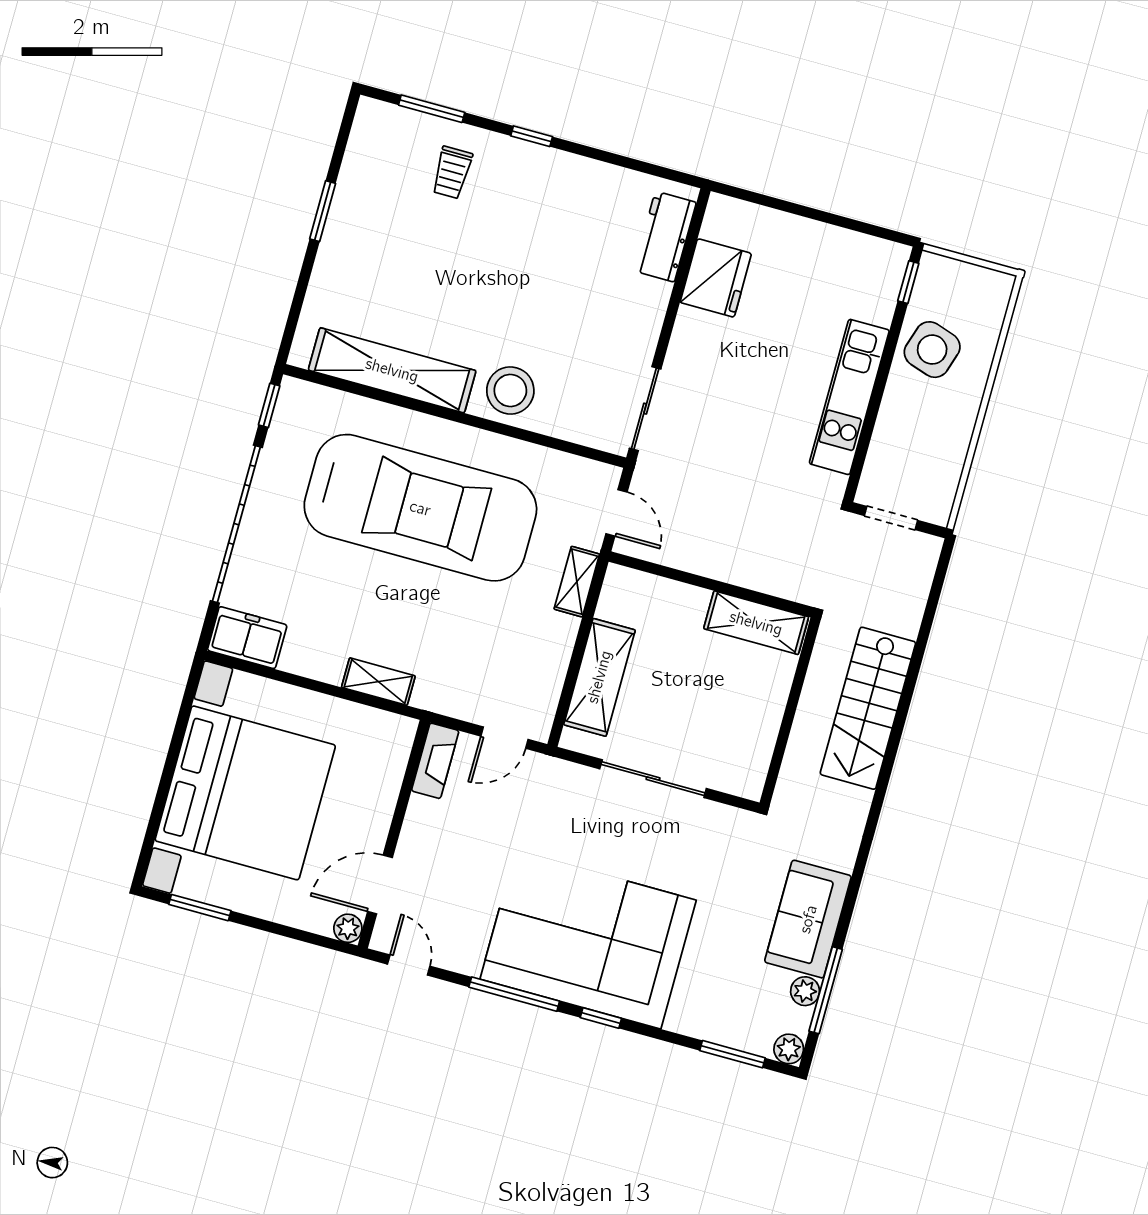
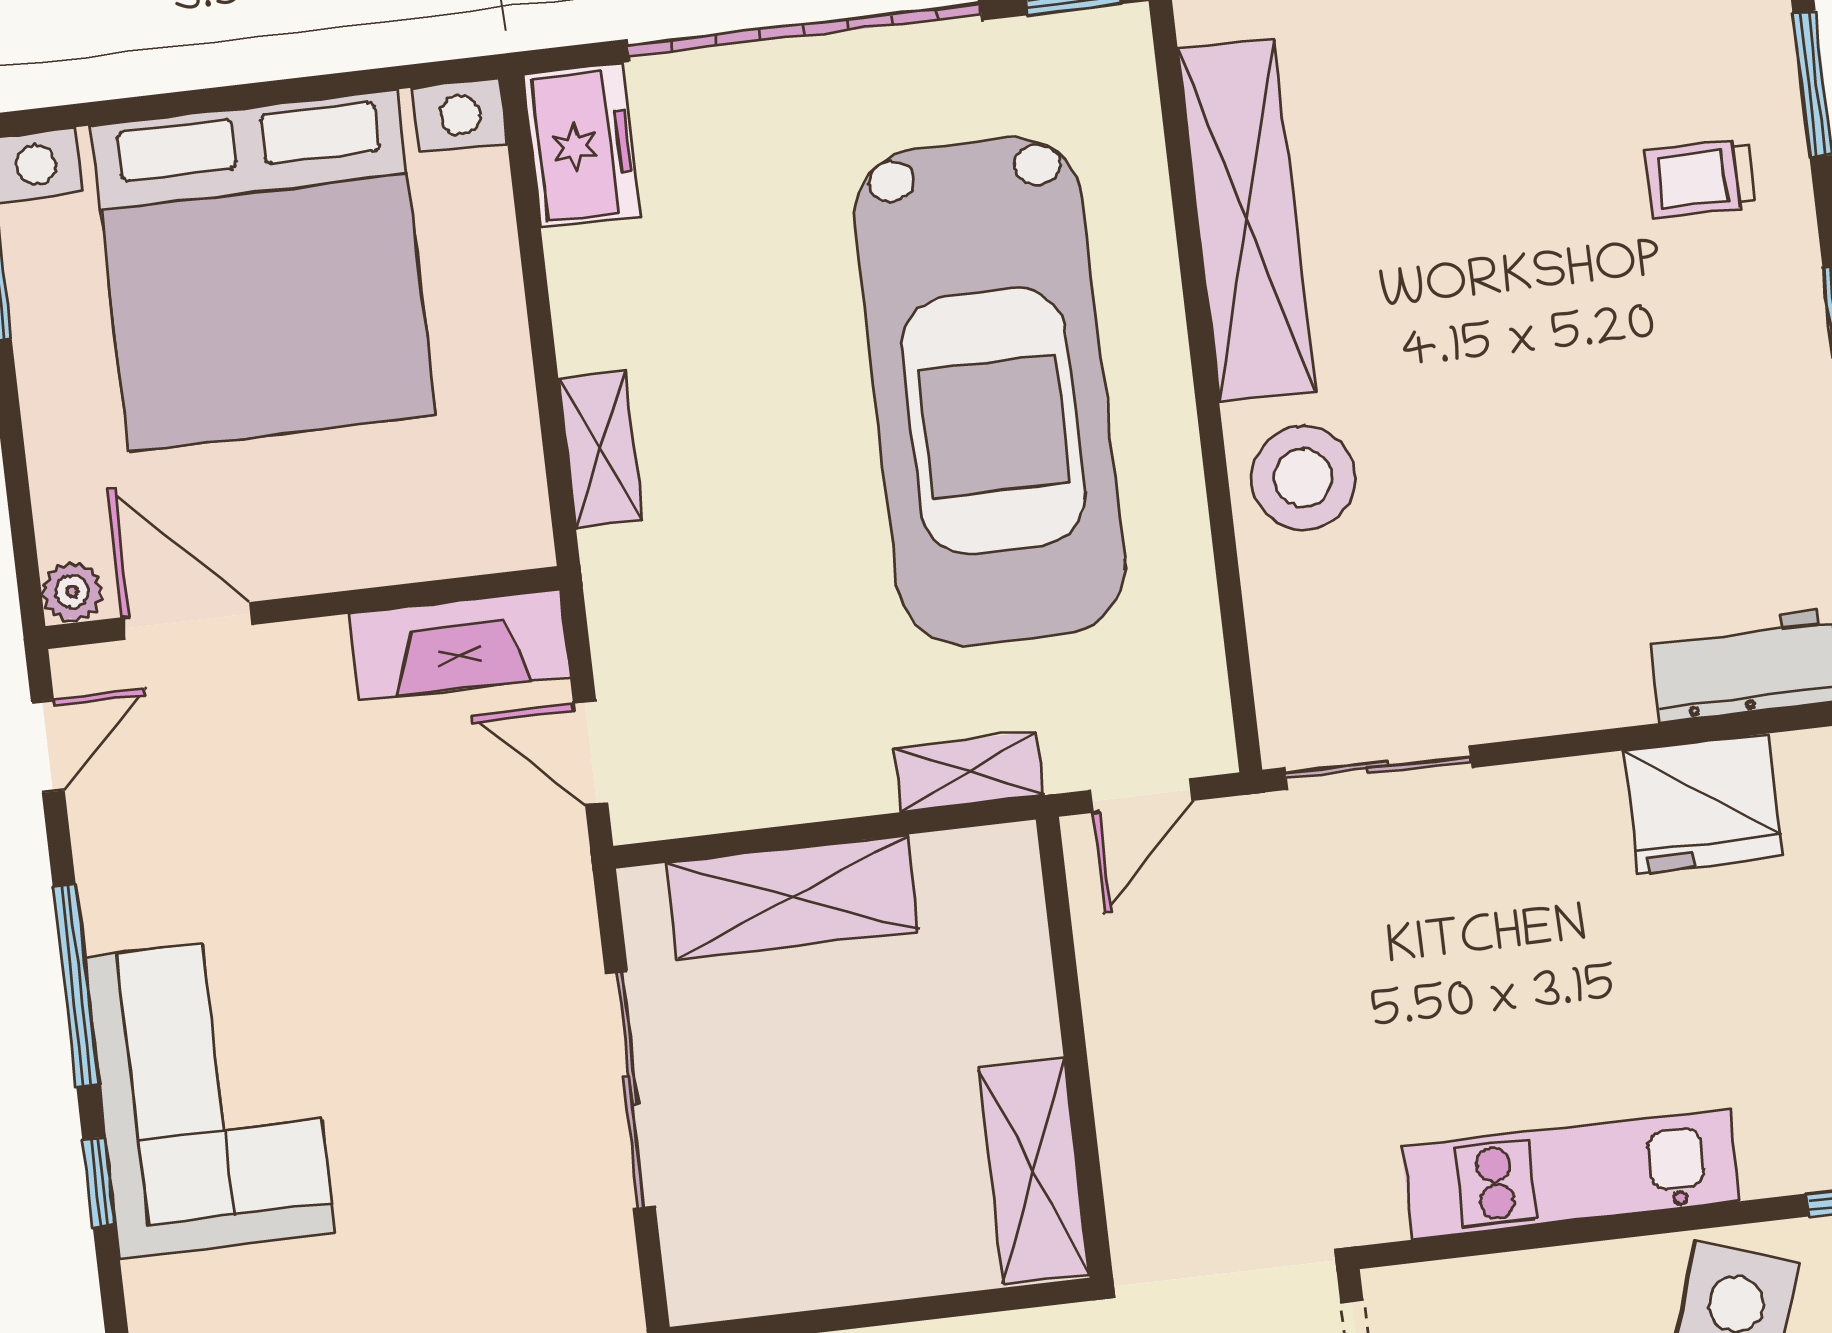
fireplace: (435, 761) -> (459, 645), width x1.37, depth x1.32
corner sofa: (588, 940) -> (209, 1095), width x0.73, depth x0.74

